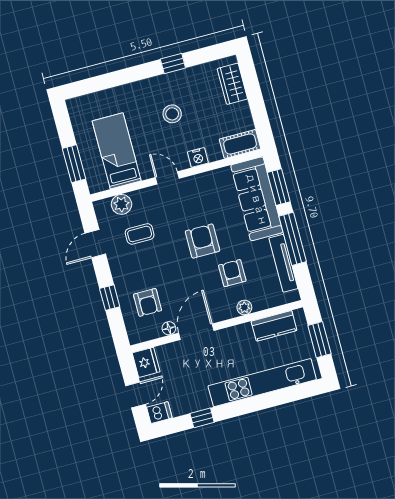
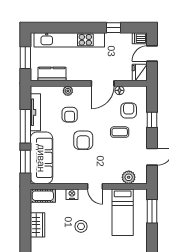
wardrobe: (232, 84) -> (38, 225), moved
coffee table: (140, 234) -> (120, 132), moved

